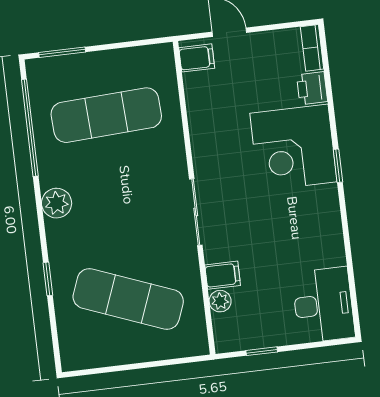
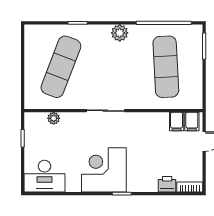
corner desk: (293, 148) -> (104, 170), moved
filing cabinet: (223, 275) -> (177, 121), moved

